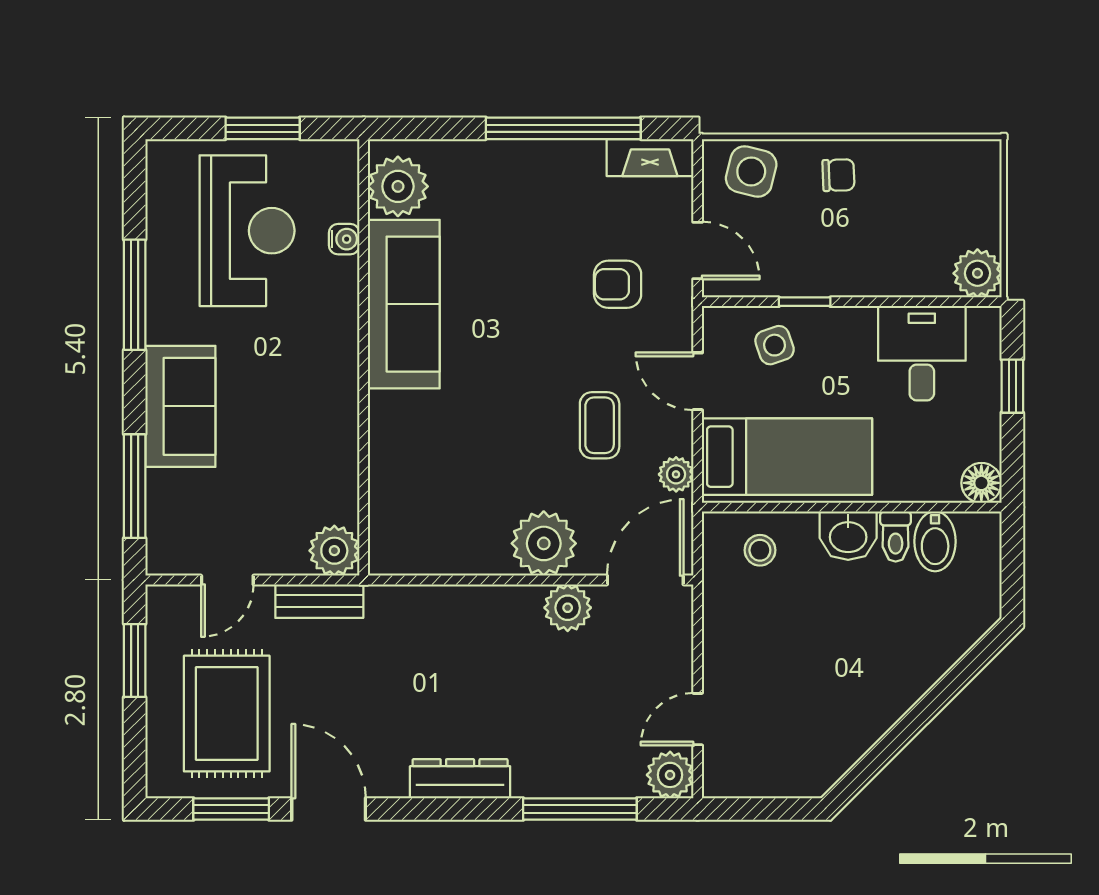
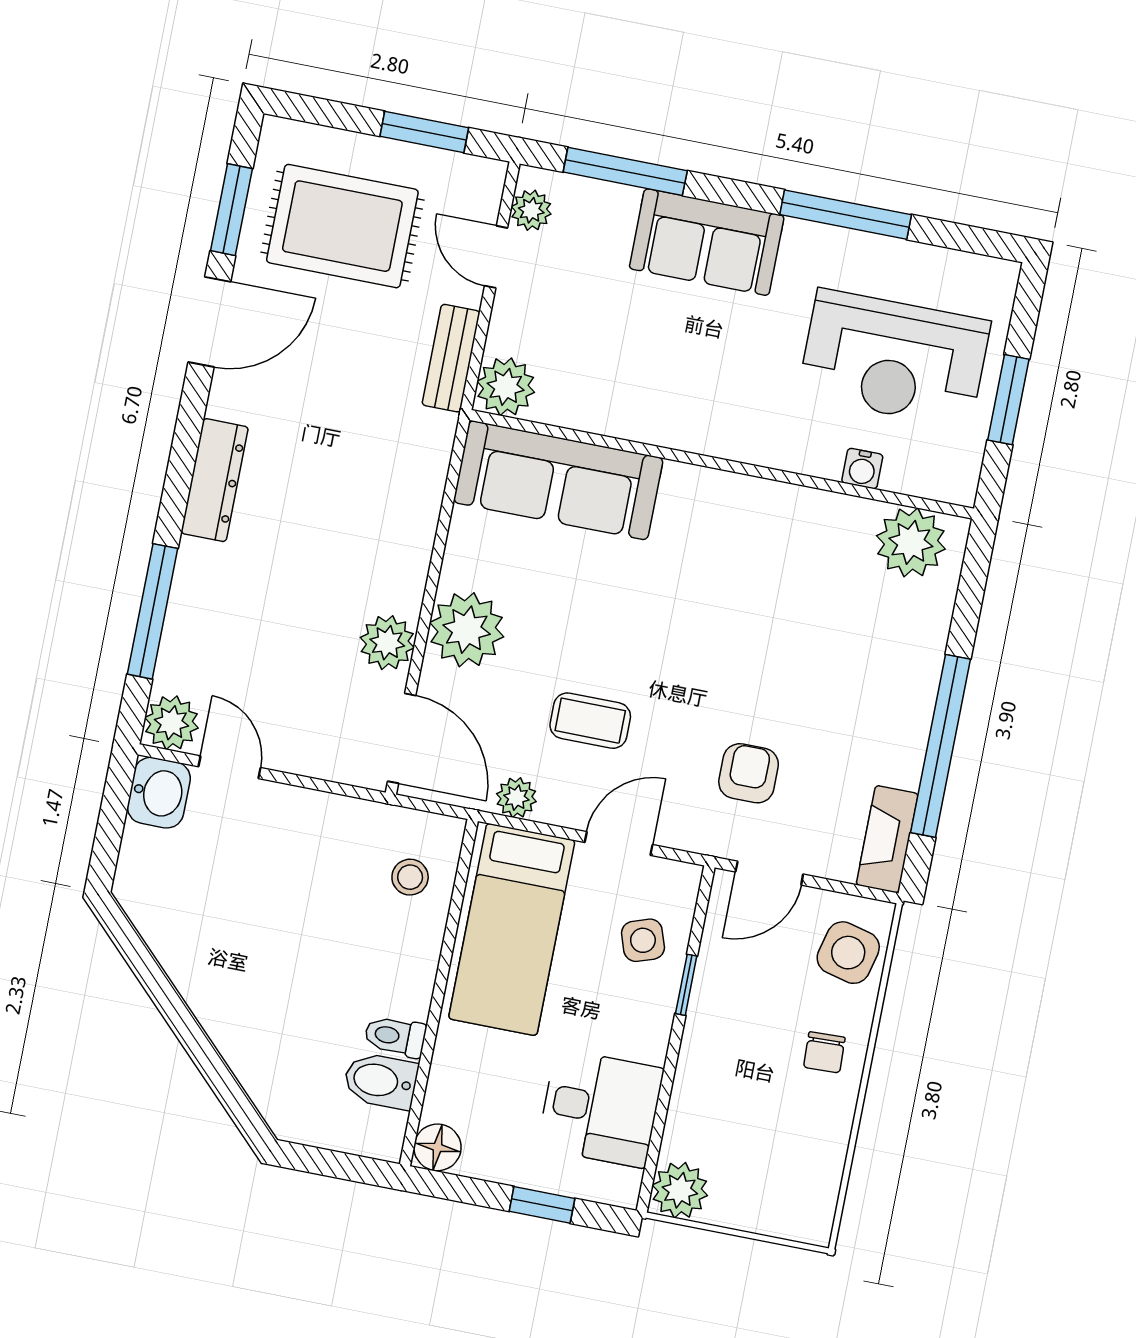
sofa: (404, 304) -> (558, 480), moved
washbasin: (848, 536) -> (159, 793), moved, turned 180
plant: (183, 558) -> (531, 210), added

